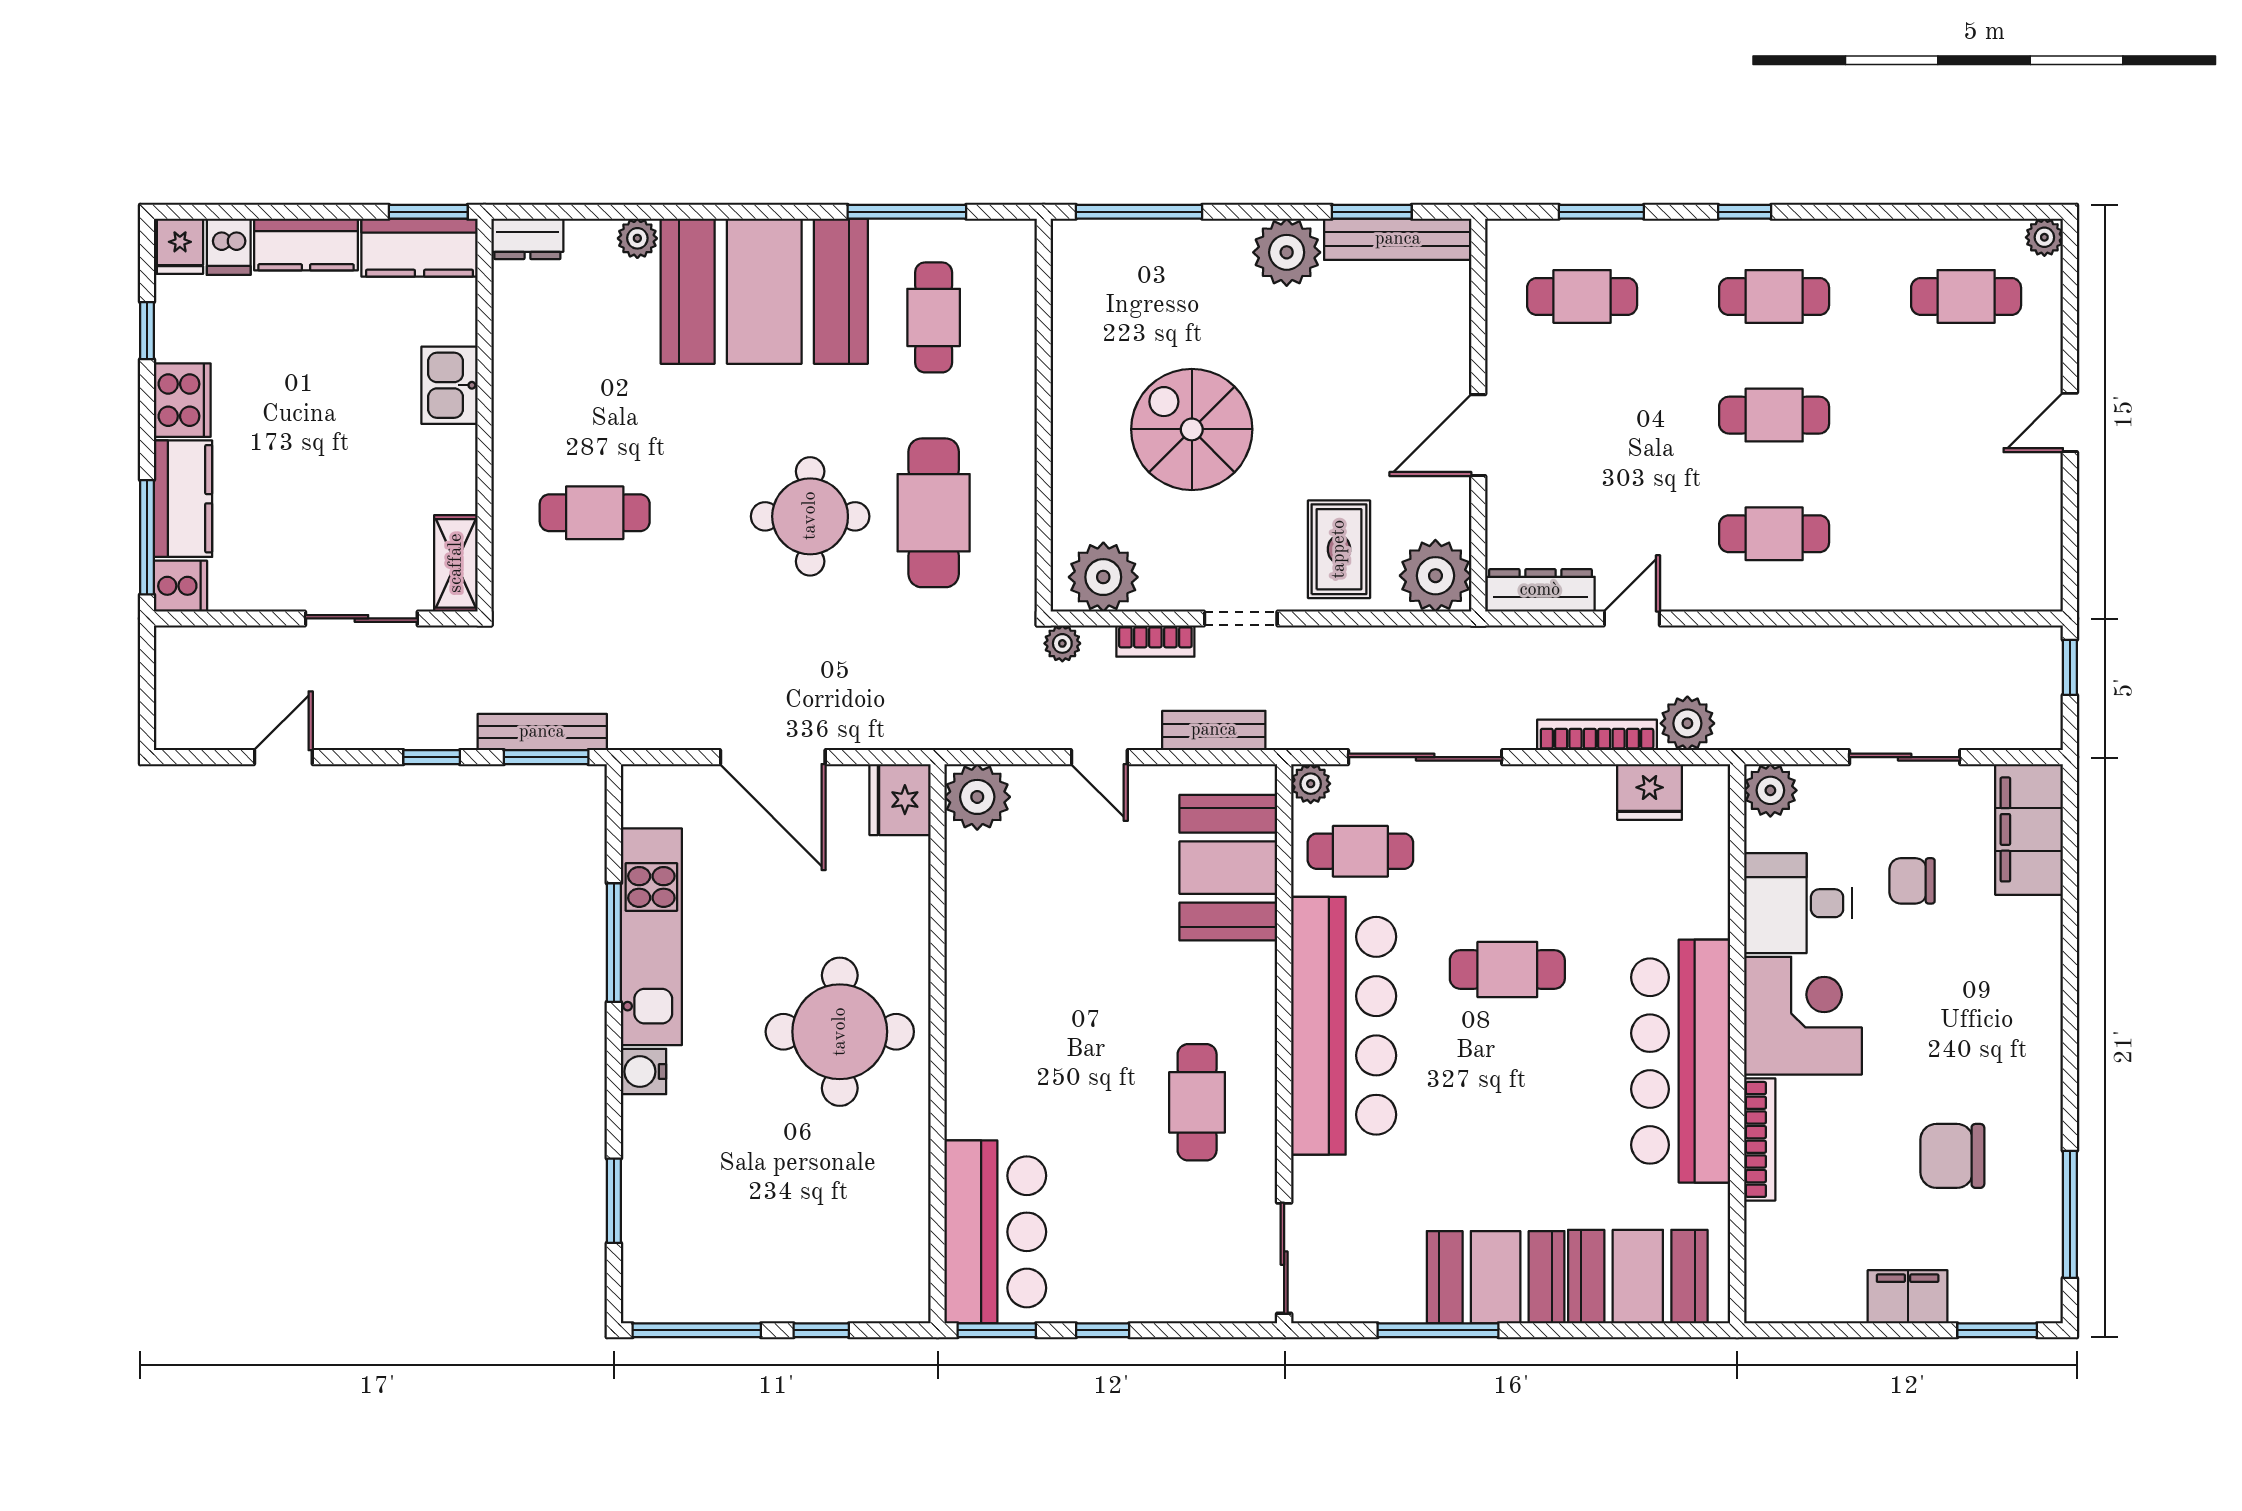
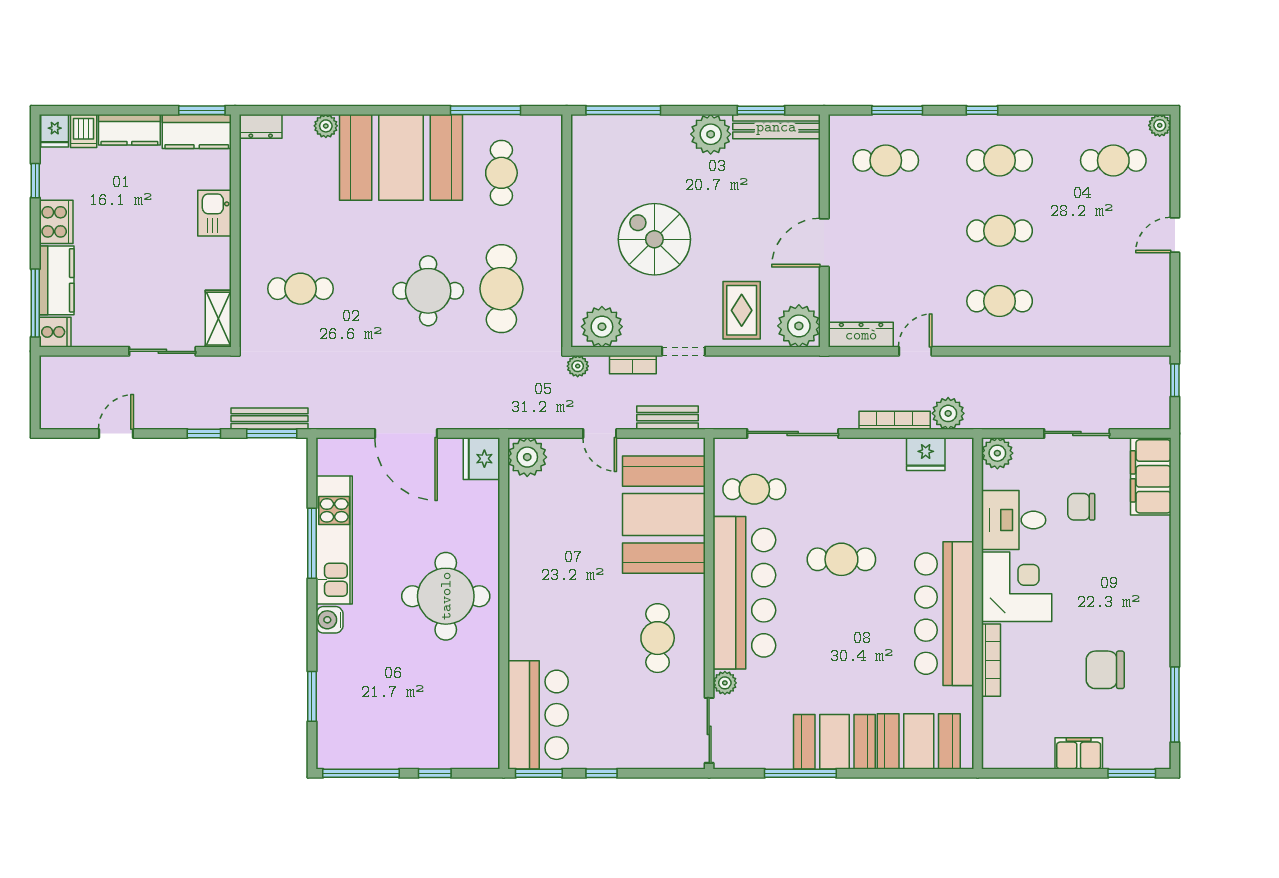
plant: (1311, 784) -> (725, 683), moved
booth: (1228, 868) -> (664, 515), width x1.36, depth x1.42

